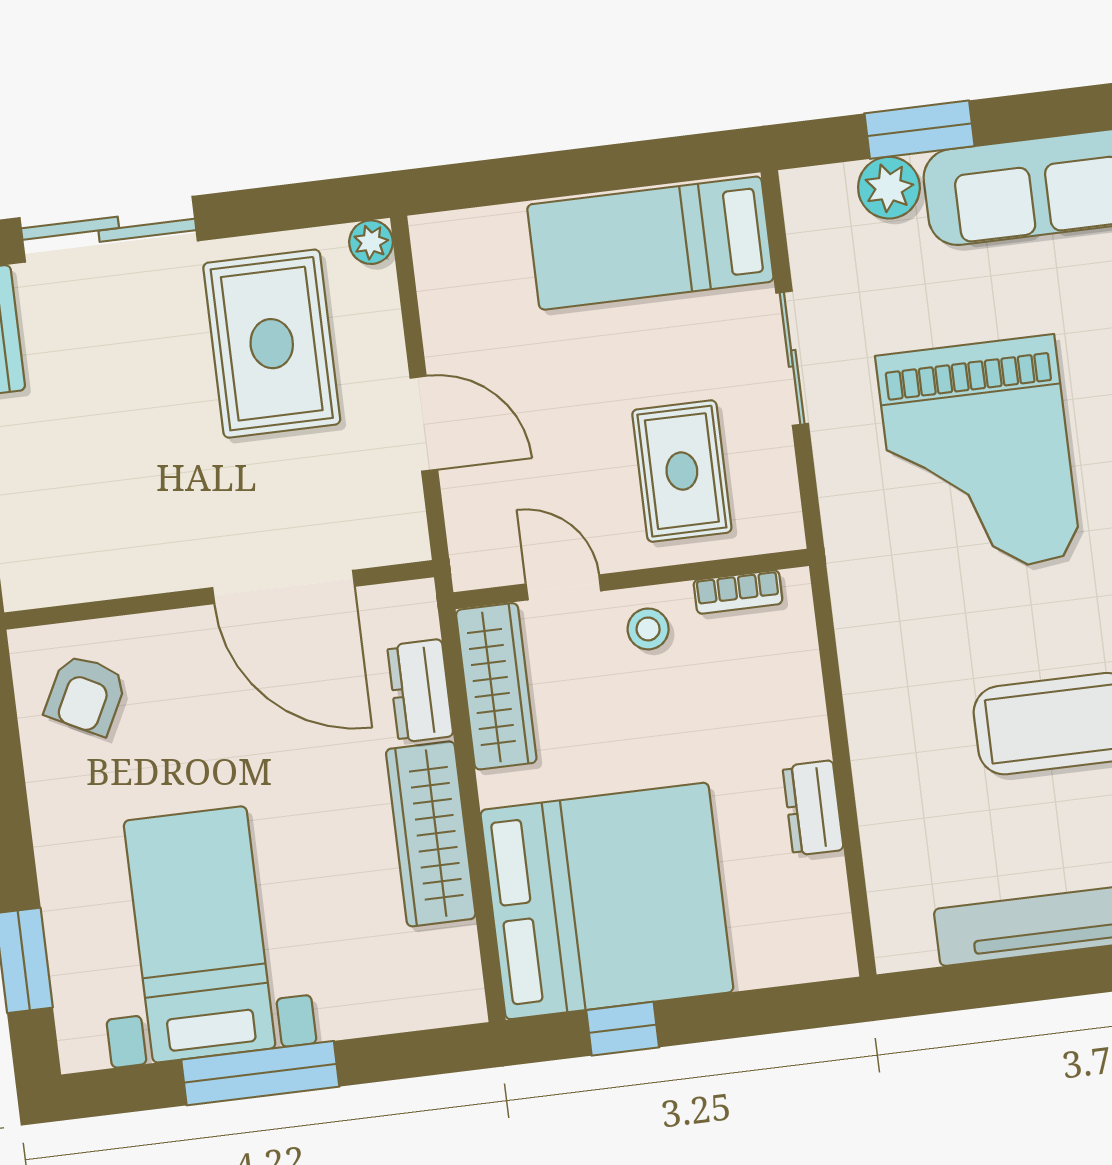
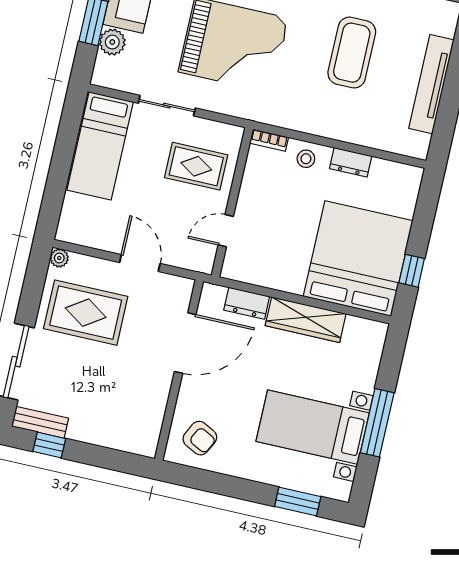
door: (424, 424) -> (140, 263), hinge flipped
bookcase: (738, 592) -> (269, 140), moved, turned 90
stool: (648, 629) -> (306, 159), moved
wardrobe: (496, 686) -> (256, 272), removed

